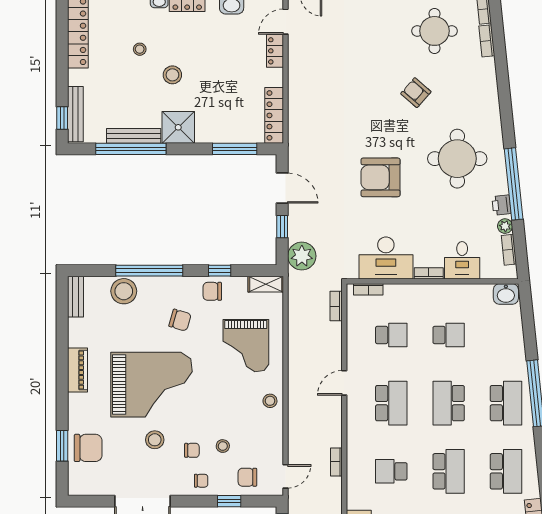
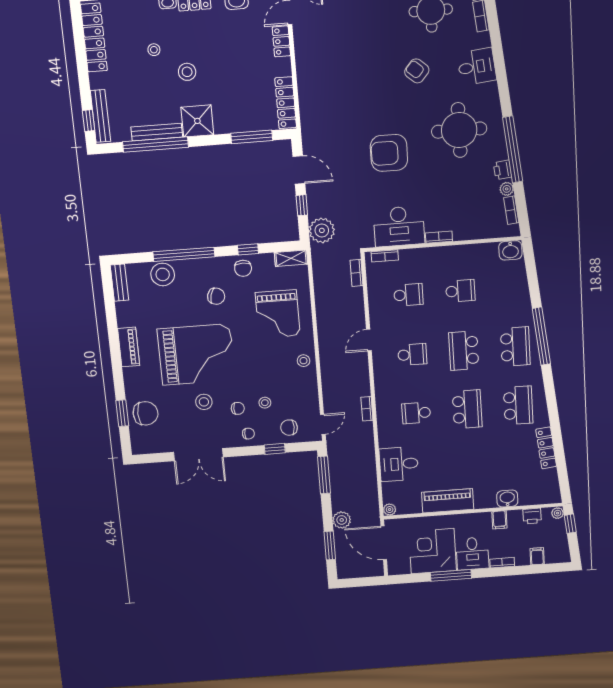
desk: (462, 260) -> (477, 67), moved, turned -96
chair: (212, 291) -> (243, 268), turned -90
school desk: (391, 403) -> (412, 354), width x0.54

